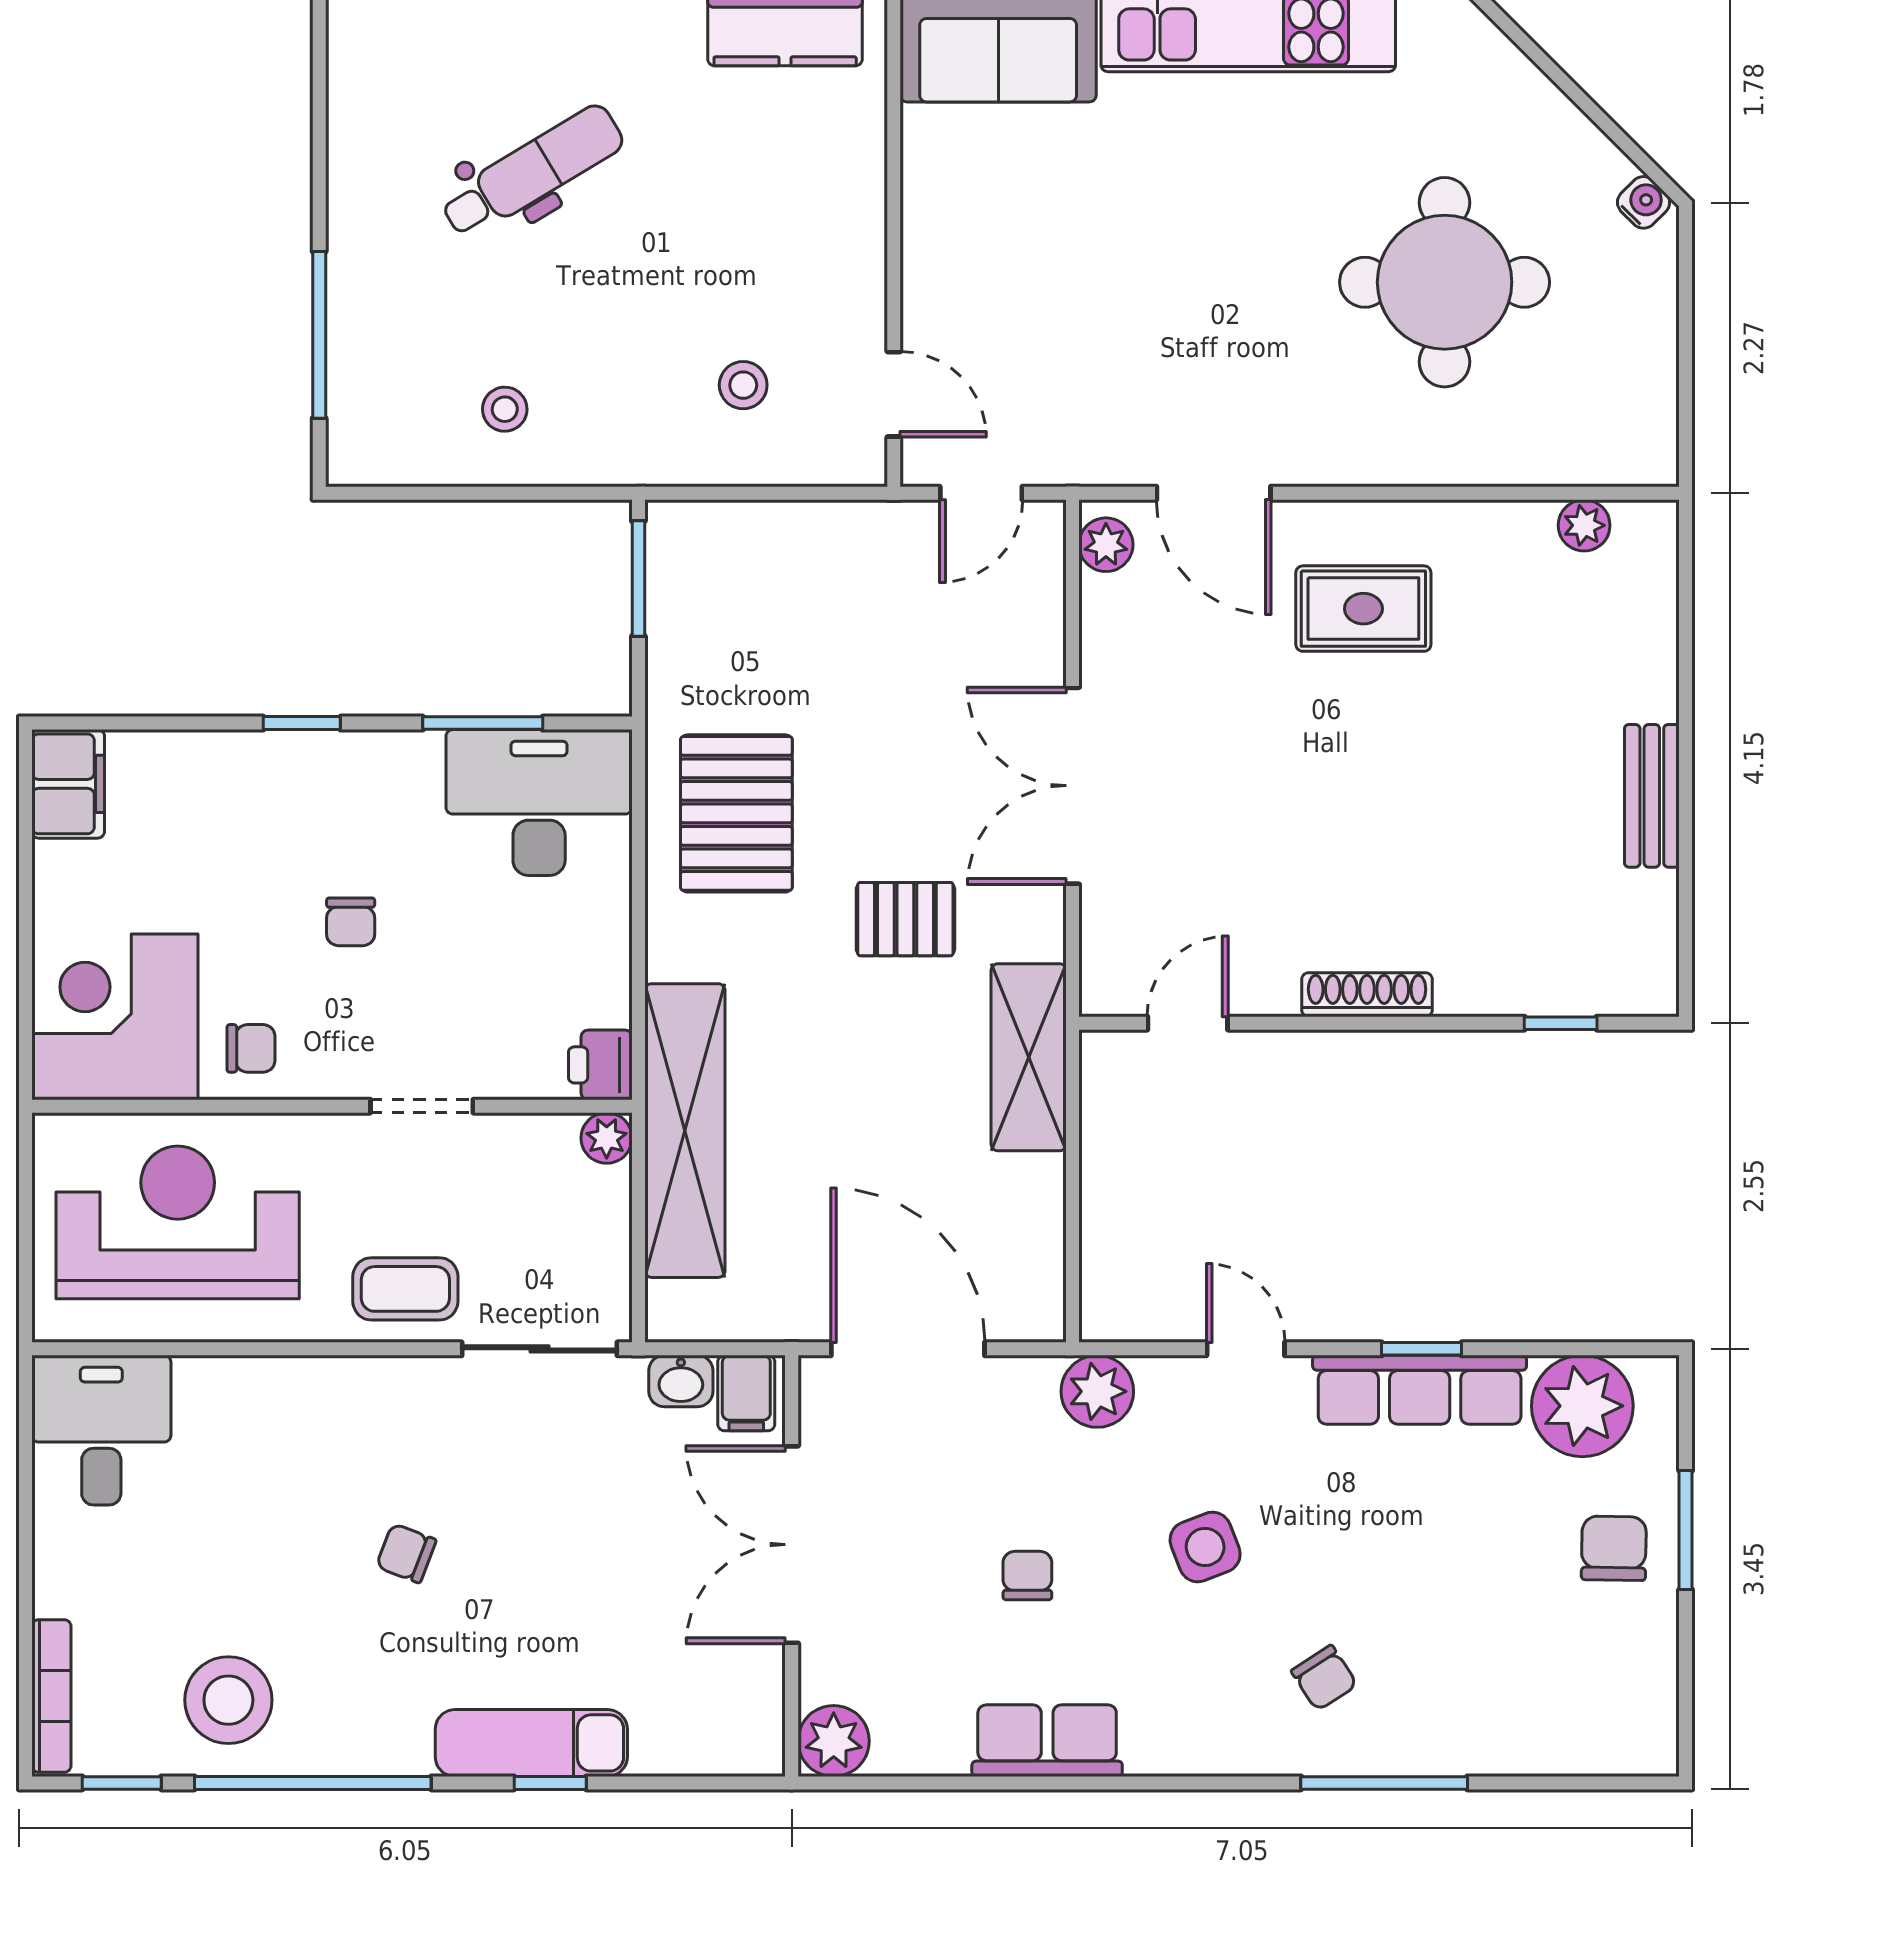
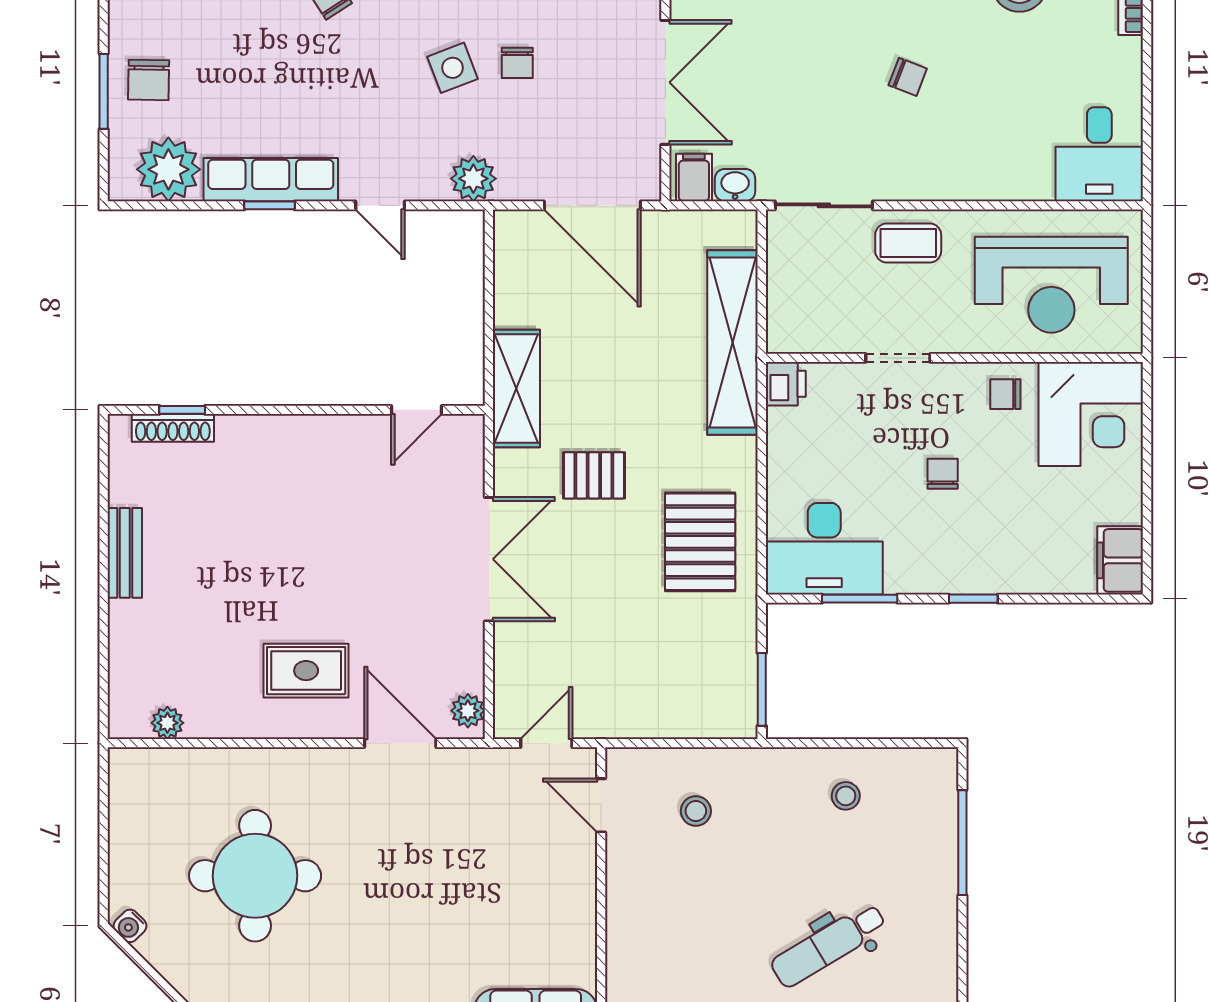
shoe rack: (1367, 995) -> (173, 428), moved
plant: (607, 1138) -> (782, 338), removed
side table: (1205, 1547) -> (453, 68), moved

